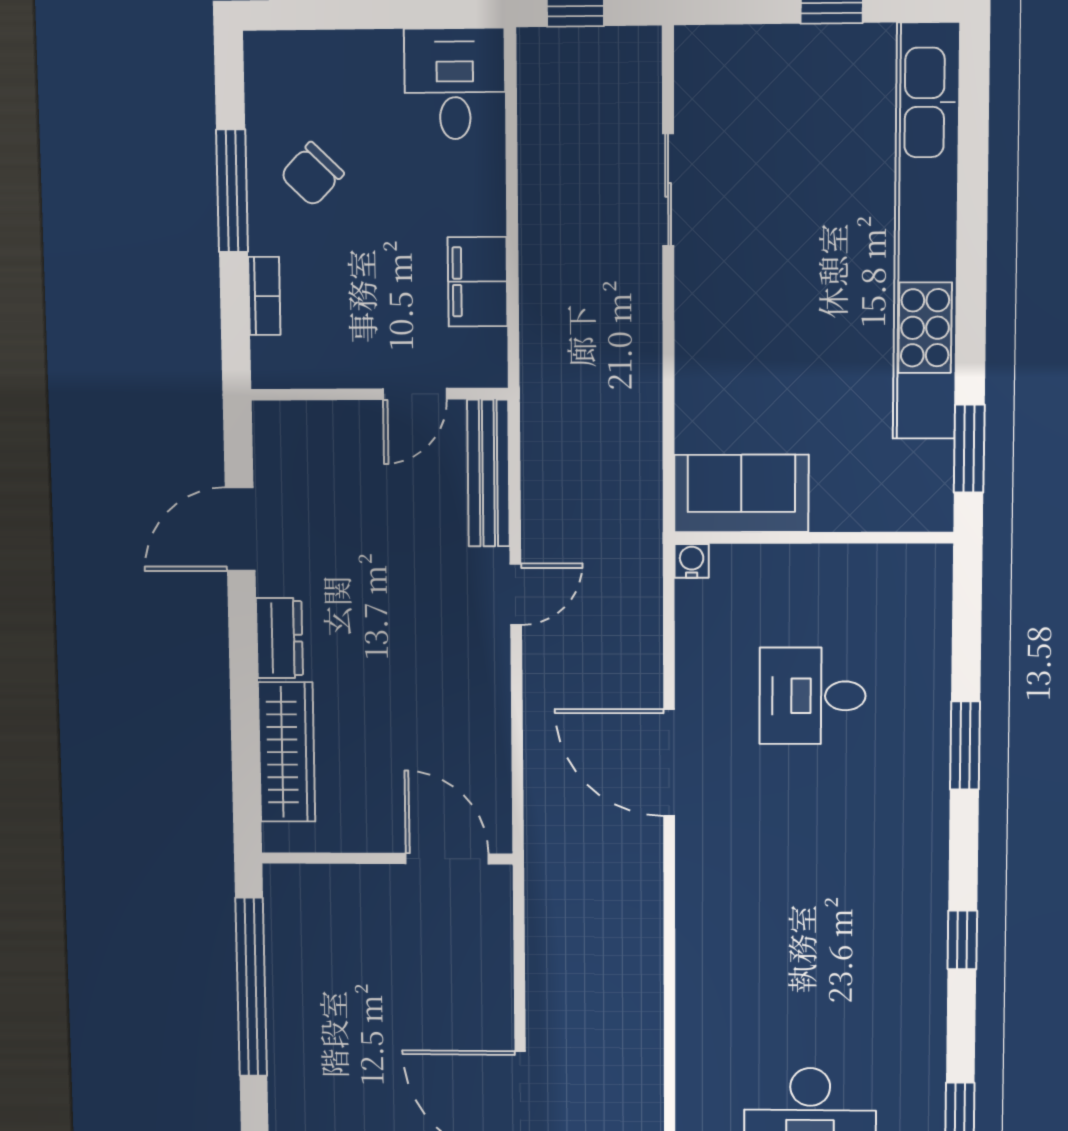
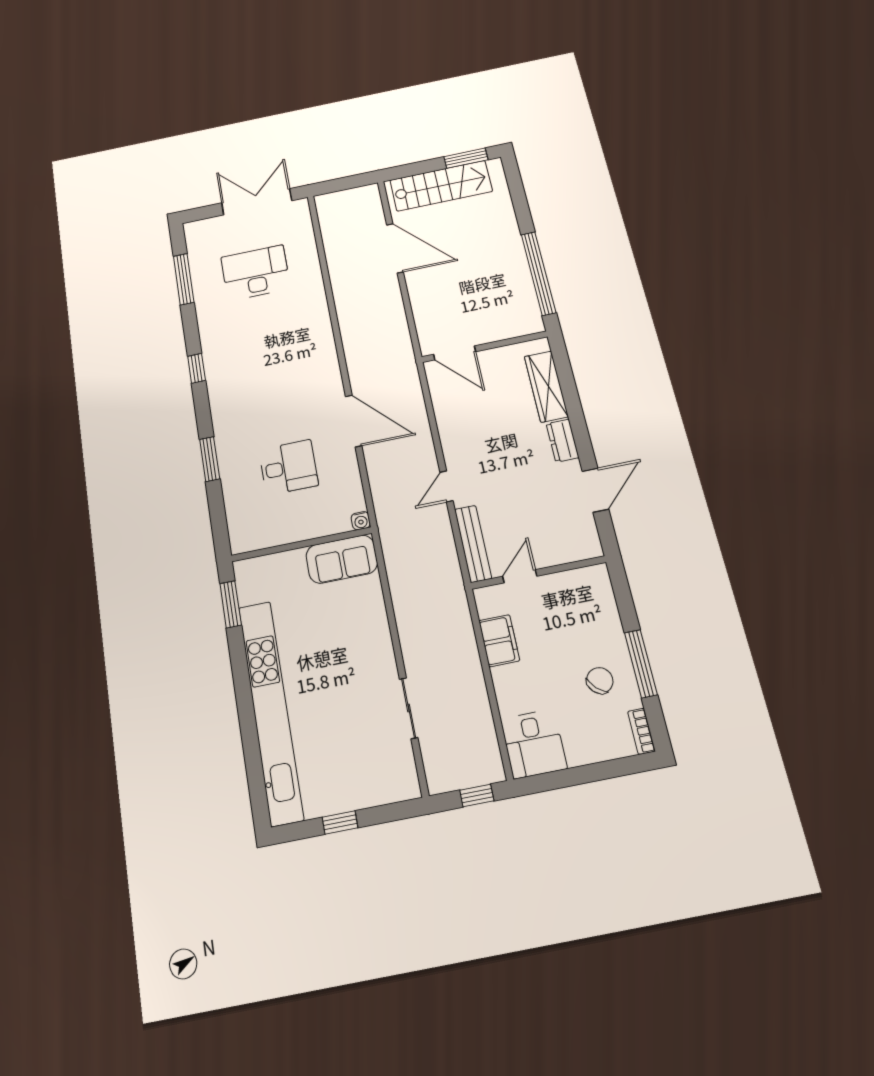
bookcase: (264, 296) -> (641, 731), moved

